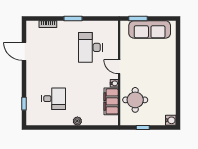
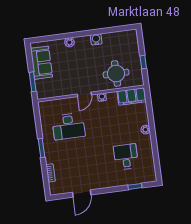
sofa: (150, 29) -> (41, 63), width x0.73
plant: (171, 59) -> (69, 42), added
filing cabinet: (111, 101) -> (132, 96), moved
water cooler: (171, 120) -> (96, 39), moved

